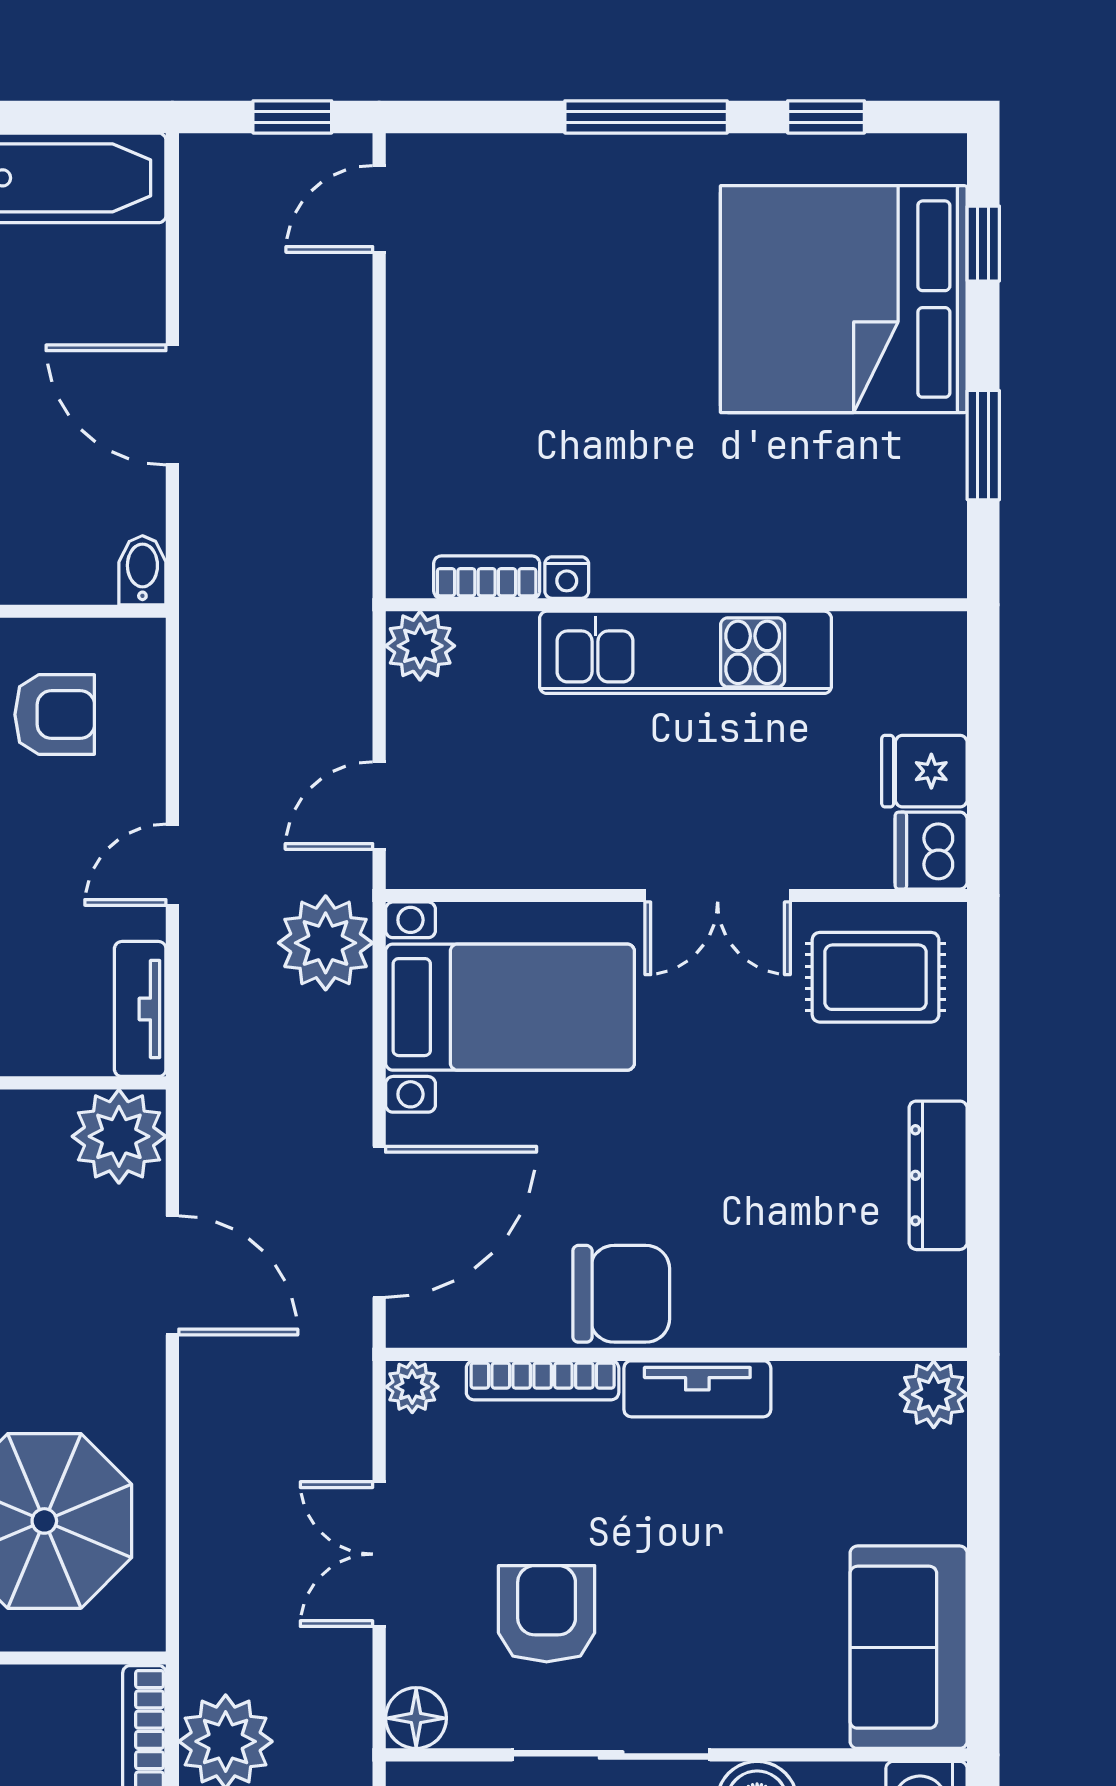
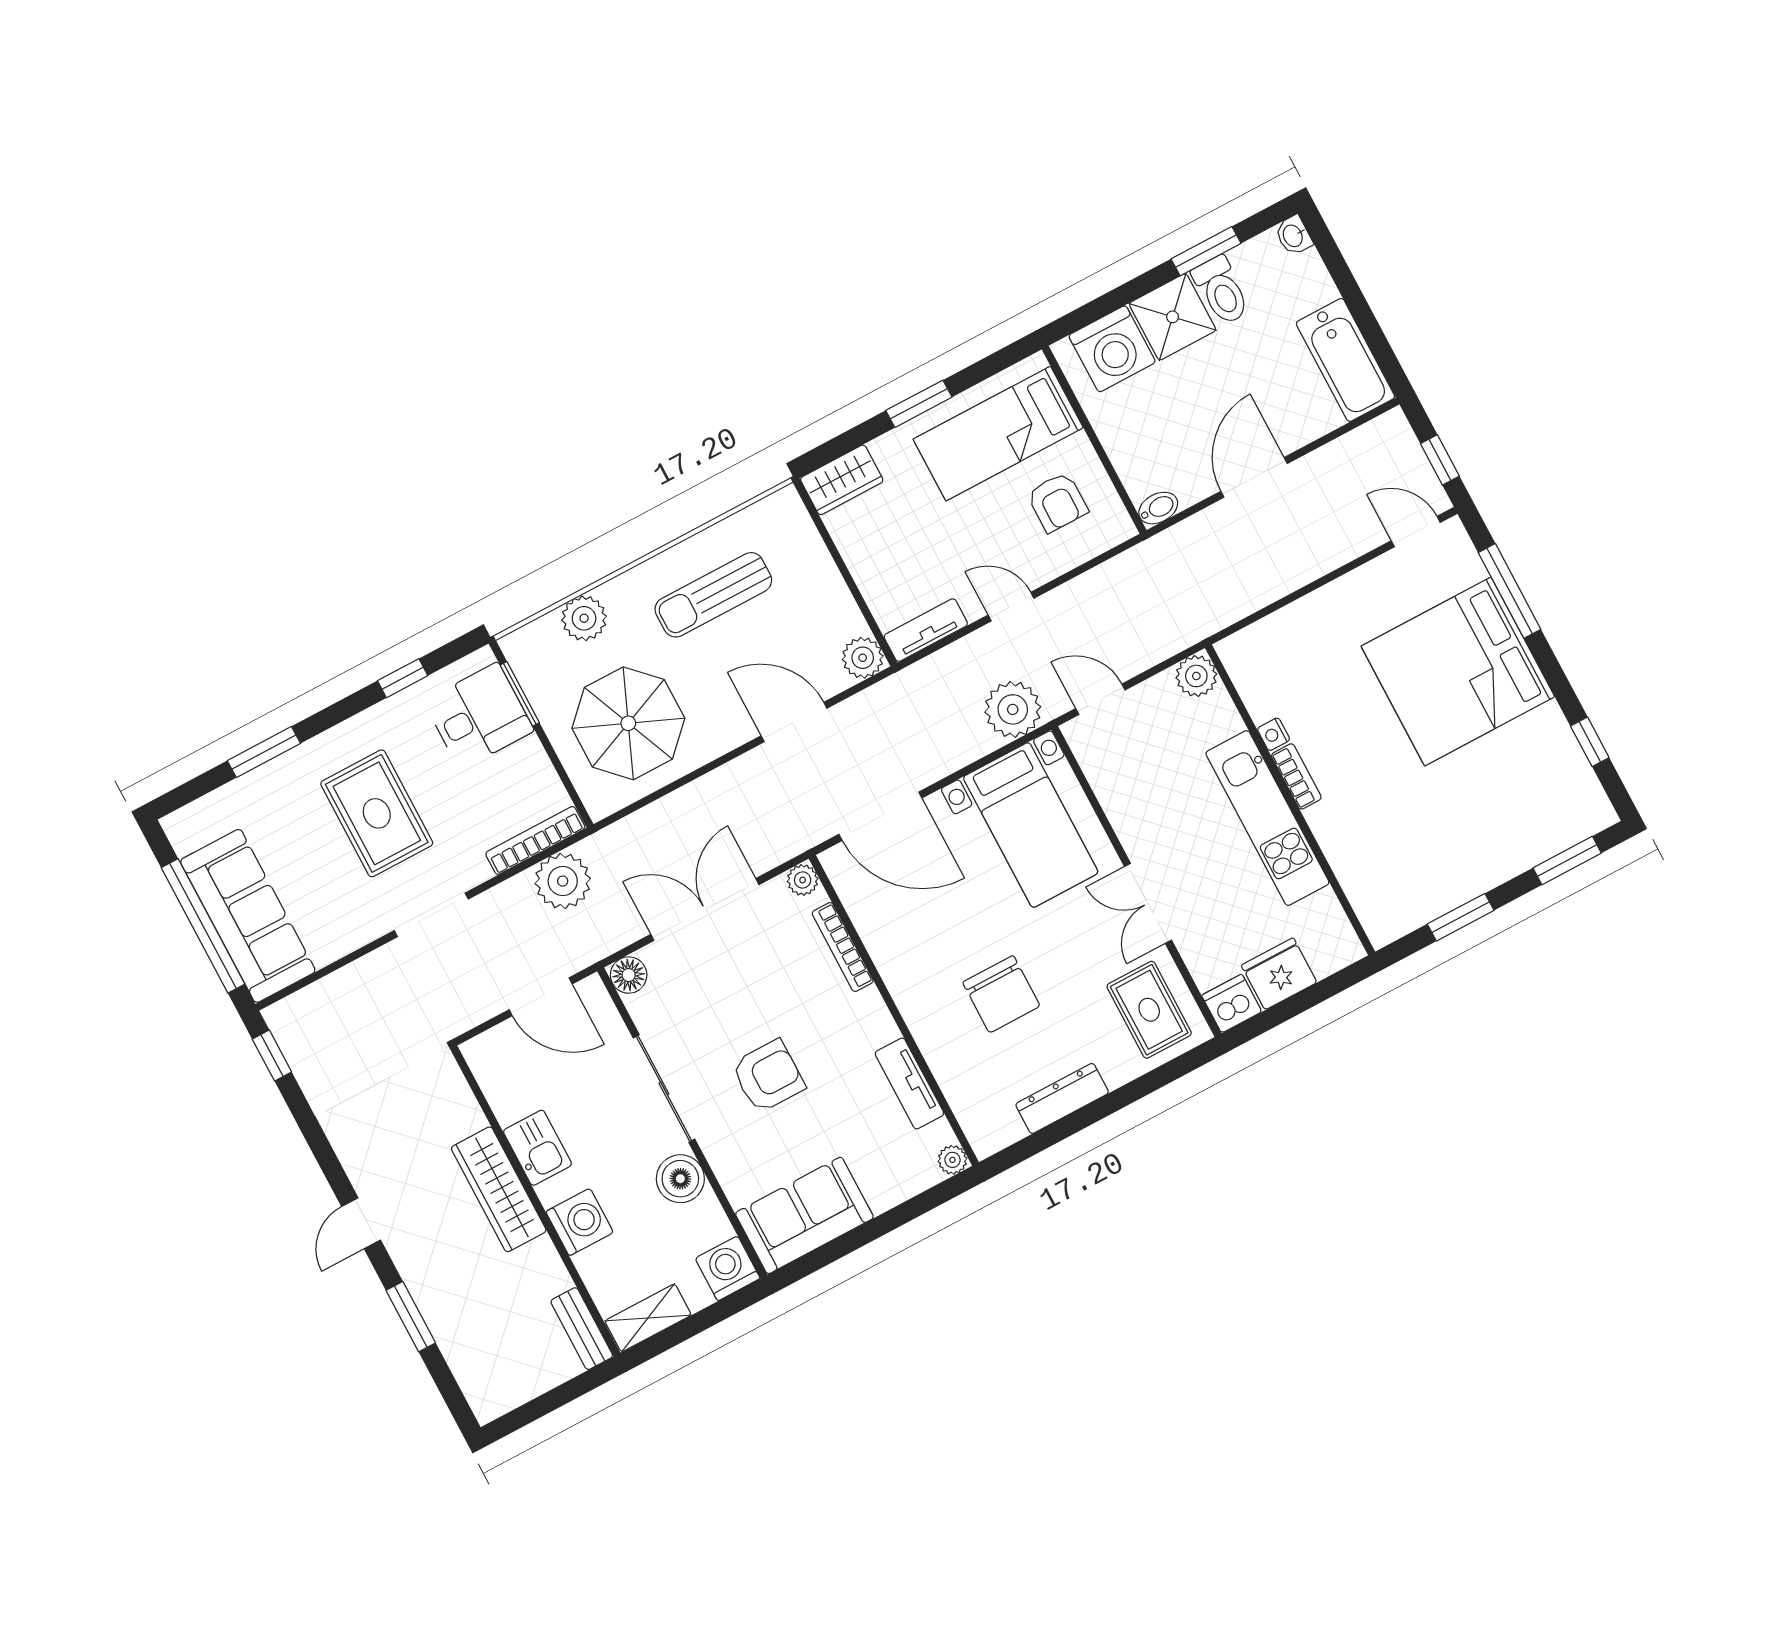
window: (646, 117) -> (1510, 591), moved
window: (983, 244) -> (1567, 861), width x1.50
bed: (844, 299) -> (1458, 671), moved, turned -90
bookcase: (487, 577) -> (1296, 776), moved
fridge: (924, 771) -> (1279, 974), width x1.38
plant: (119, 1136) -> (863, 658), width x0.73, depth x0.73
door: (172, 1275) -> (794, 722), swing flipped
chair: (621, 1294) -> (1001, 994), moved
tv unit: (697, 1389) -> (909, 1084), moved
plant: (934, 1394) -> (952, 1160), width x0.73, depth x0.73
double door: (379, 1554) -> (705, 910), width x1.37
armchair: (547, 1614) -> (768, 1076), moved

